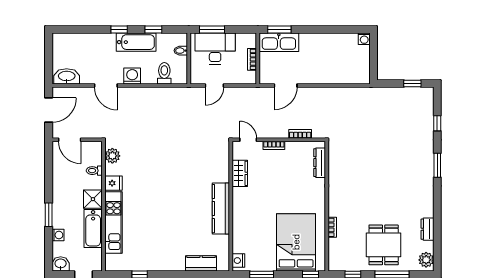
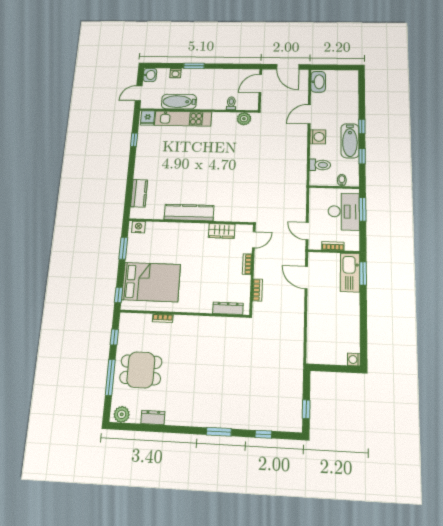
door: (214, 86) -> (307, 231), moved
fridge: (113, 183) -> (148, 118), moved
shower: (93, 199) -> (205, 102), removed

